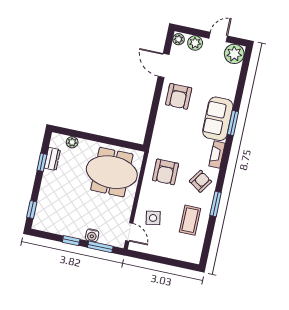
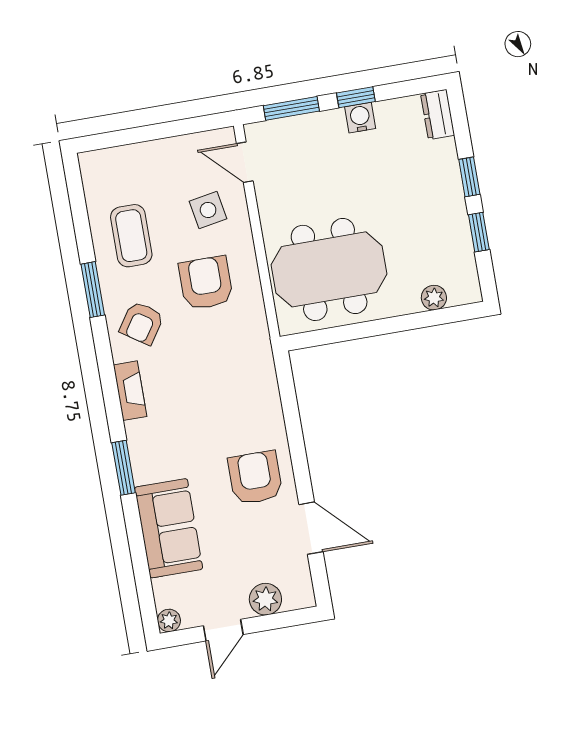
plant: (179, 39) -> (302, 593), removed
plant: (234, 54) -> (169, 620), width x0.53, depth x0.53
sofa: (218, 119) -> (169, 528), moved
dresser: (52, 159) -> (438, 115), moved
armchair: (165, 172) -> (206, 283), moved
window: (32, 210) -> (469, 177), moved
water cooler: (92, 235) -> (360, 118), moved

